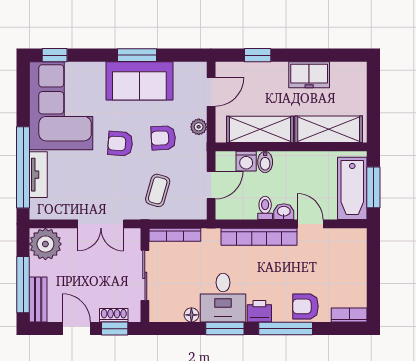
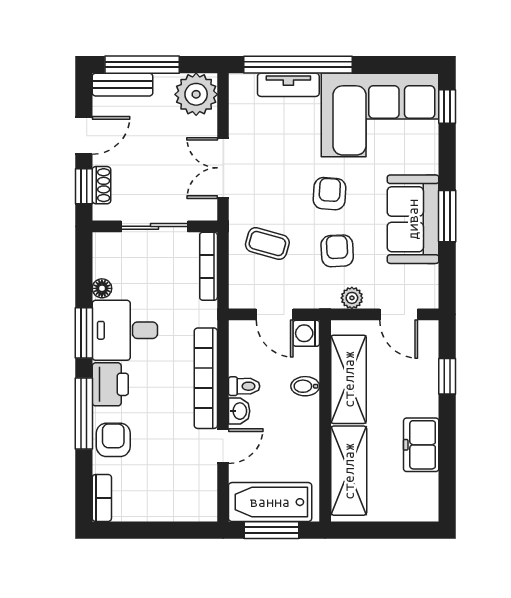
washing machine: (246, 161) -> (306, 333), moved
printer: (259, 311) -> (110, 384), width x1.36, depth x1.24

